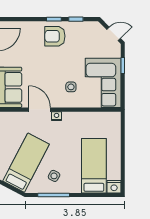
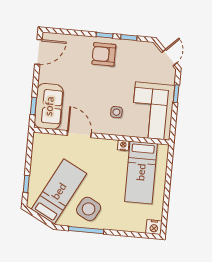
door: (114, 34) -> (169, 58), hinge flipped
nightstand: (57, 116) -> (123, 145), moved
bed: (94, 166) -> (141, 172), moved, turned 180
side table: (54, 176) -> (89, 209), width x1.87, depth x1.87

